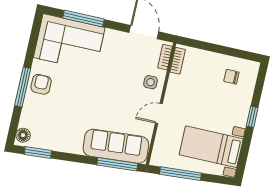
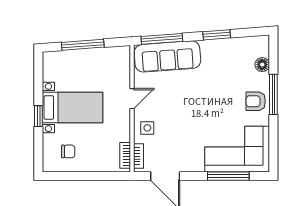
armchair: (41, 84) -> (256, 101), turned 90
floor lamp: (23, 135) -> (262, 65), moved
bed with nightstands: (211, 147) -> (73, 108), moved
window: (38, 152) -> (217, 35), moved
window: (180, 174) -> (83, 45), moved

